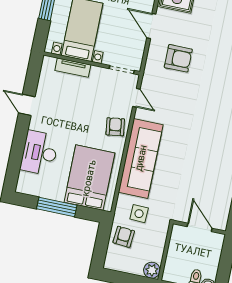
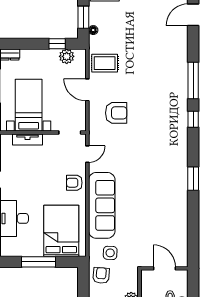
door: (136, 98) -> (87, 154), hinge flipped
armchair: (115, 127) -> (74, 183), turned -82
wall: (199, 227) -> (164, 268), moved
door: (200, 227) -> (164, 268), moved

